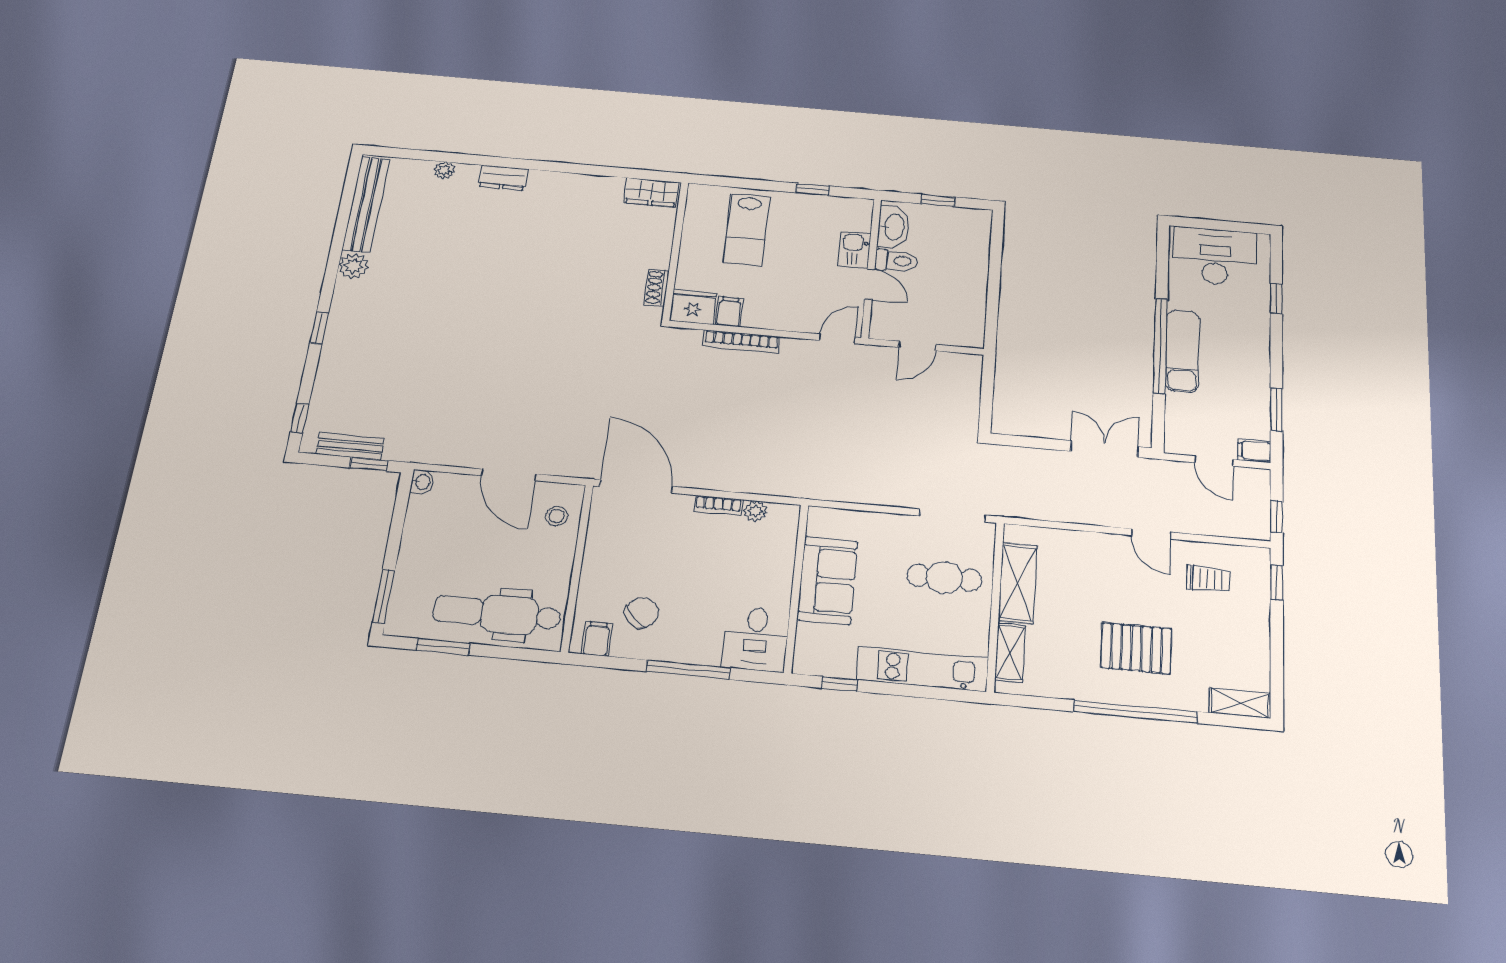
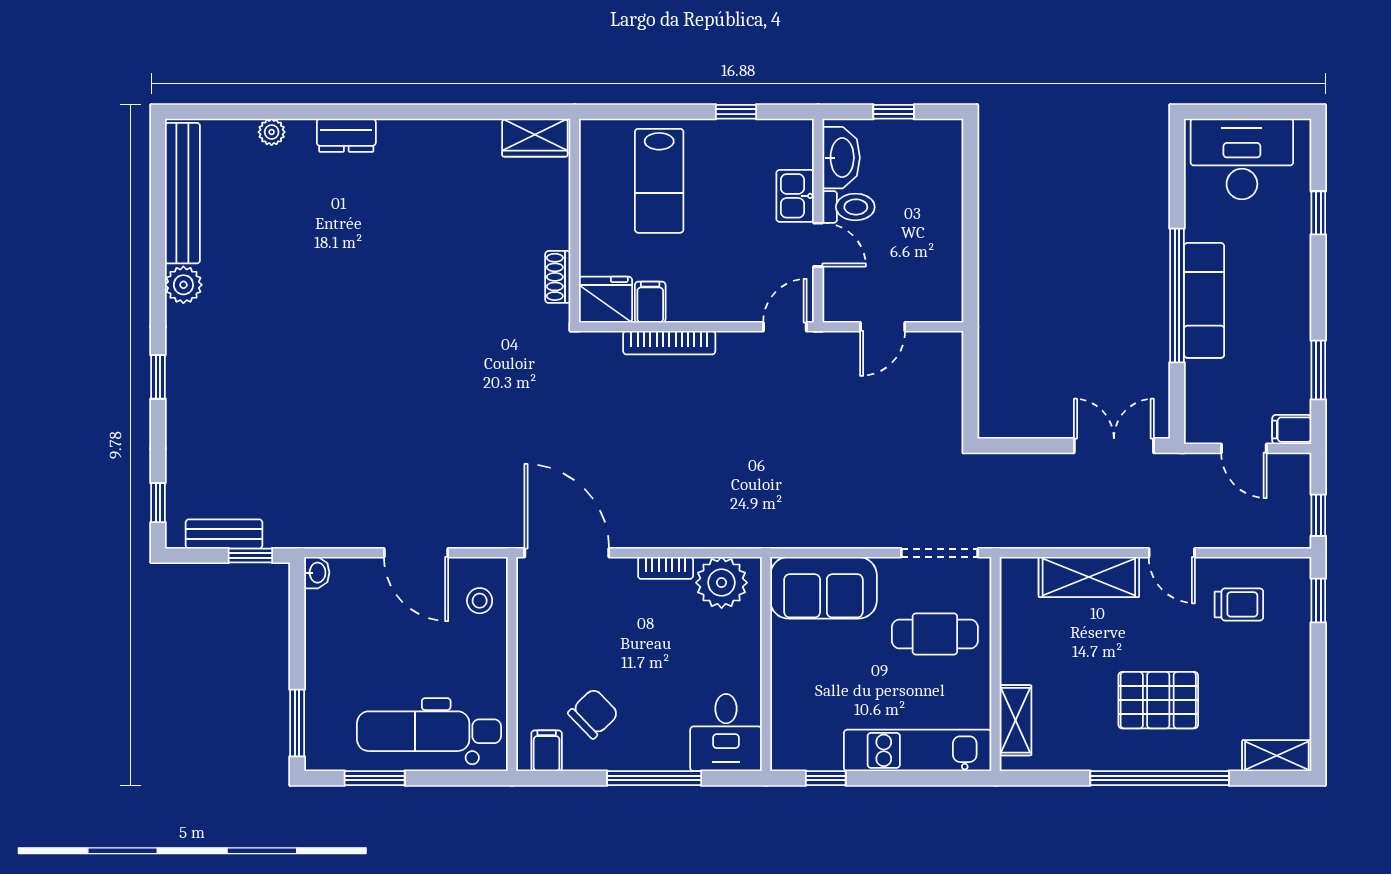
plant: (755, 511) -> (722, 583), width x1.87, depth x1.87
sofa: (827, 580) -> (823, 588), moved, turned 90
shelving: (1018, 583) -> (1089, 577), moved, turned 90

